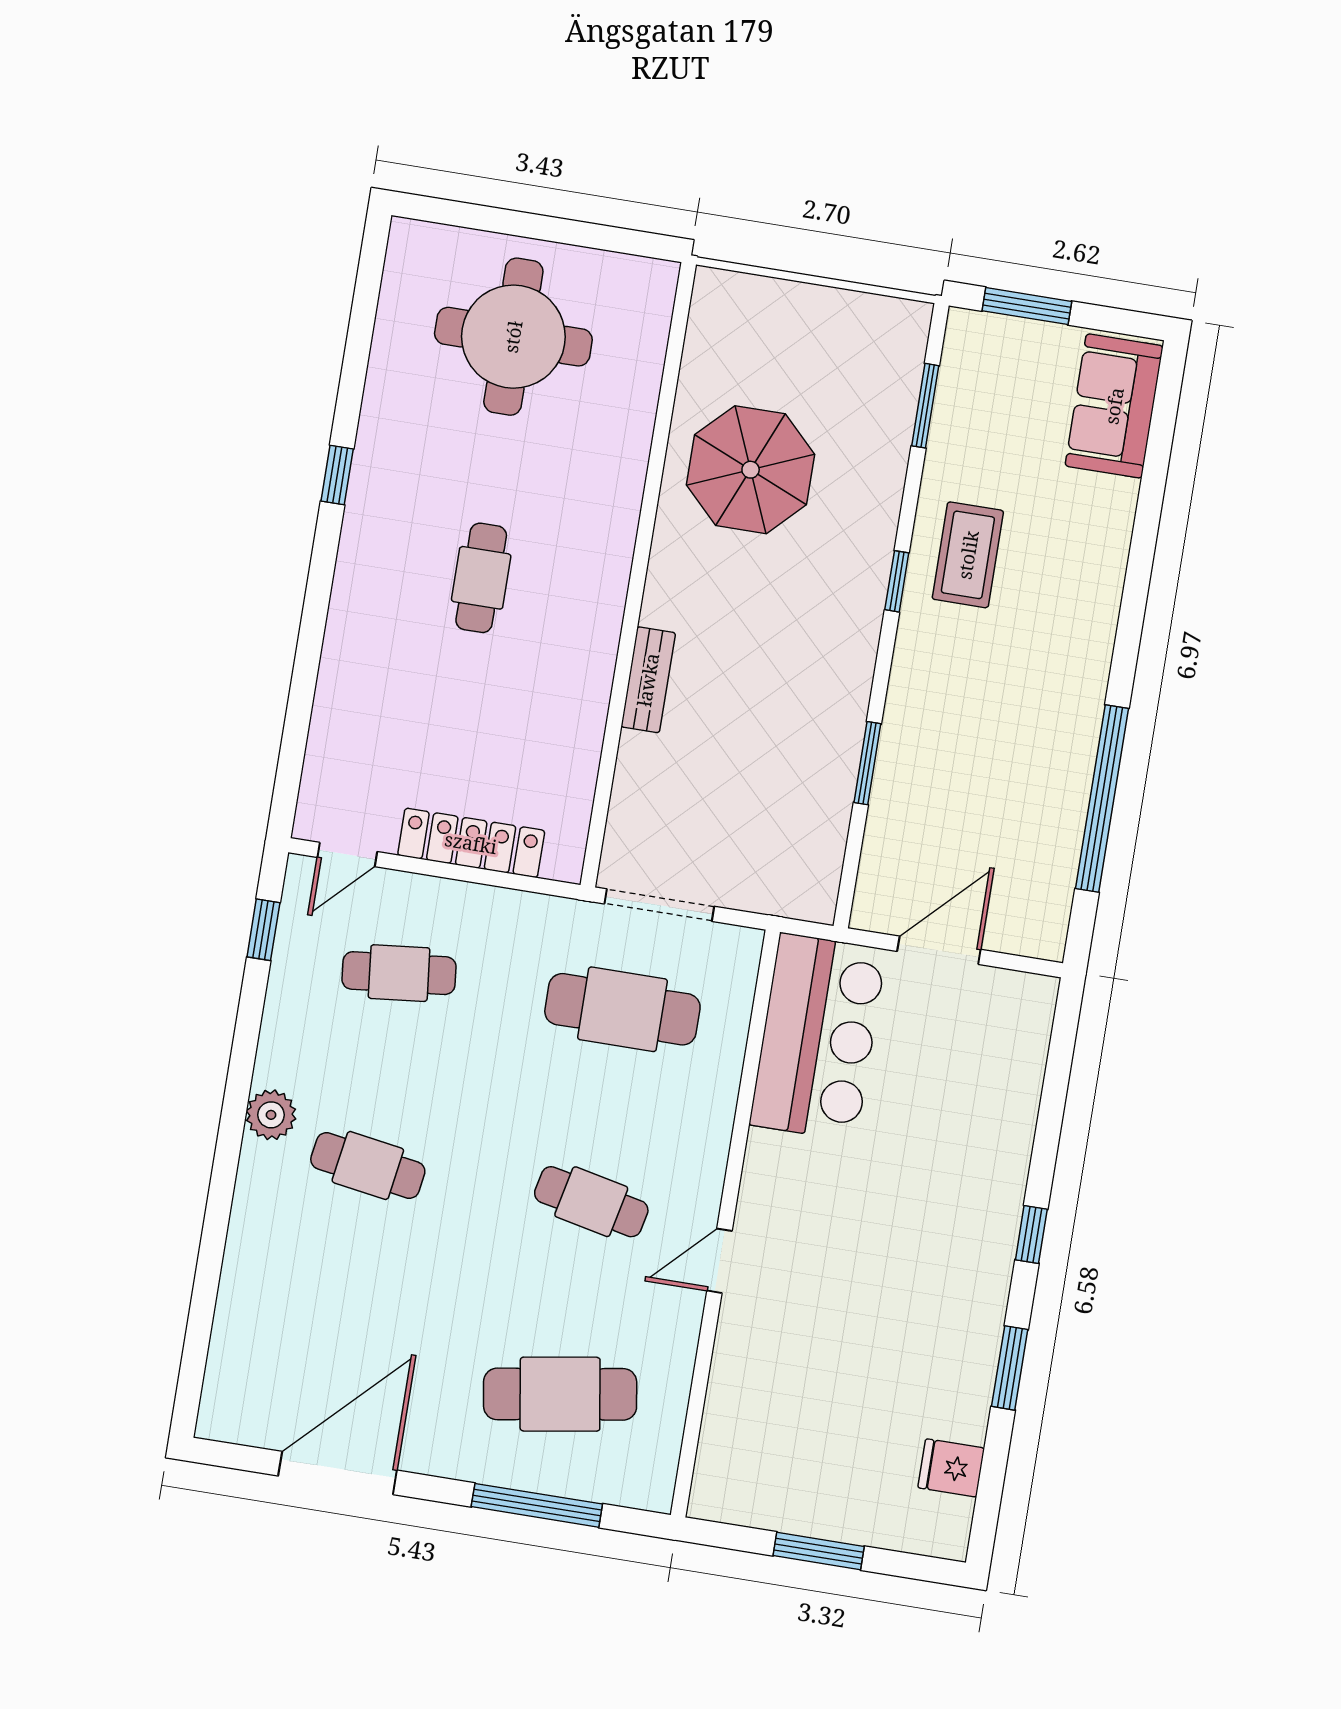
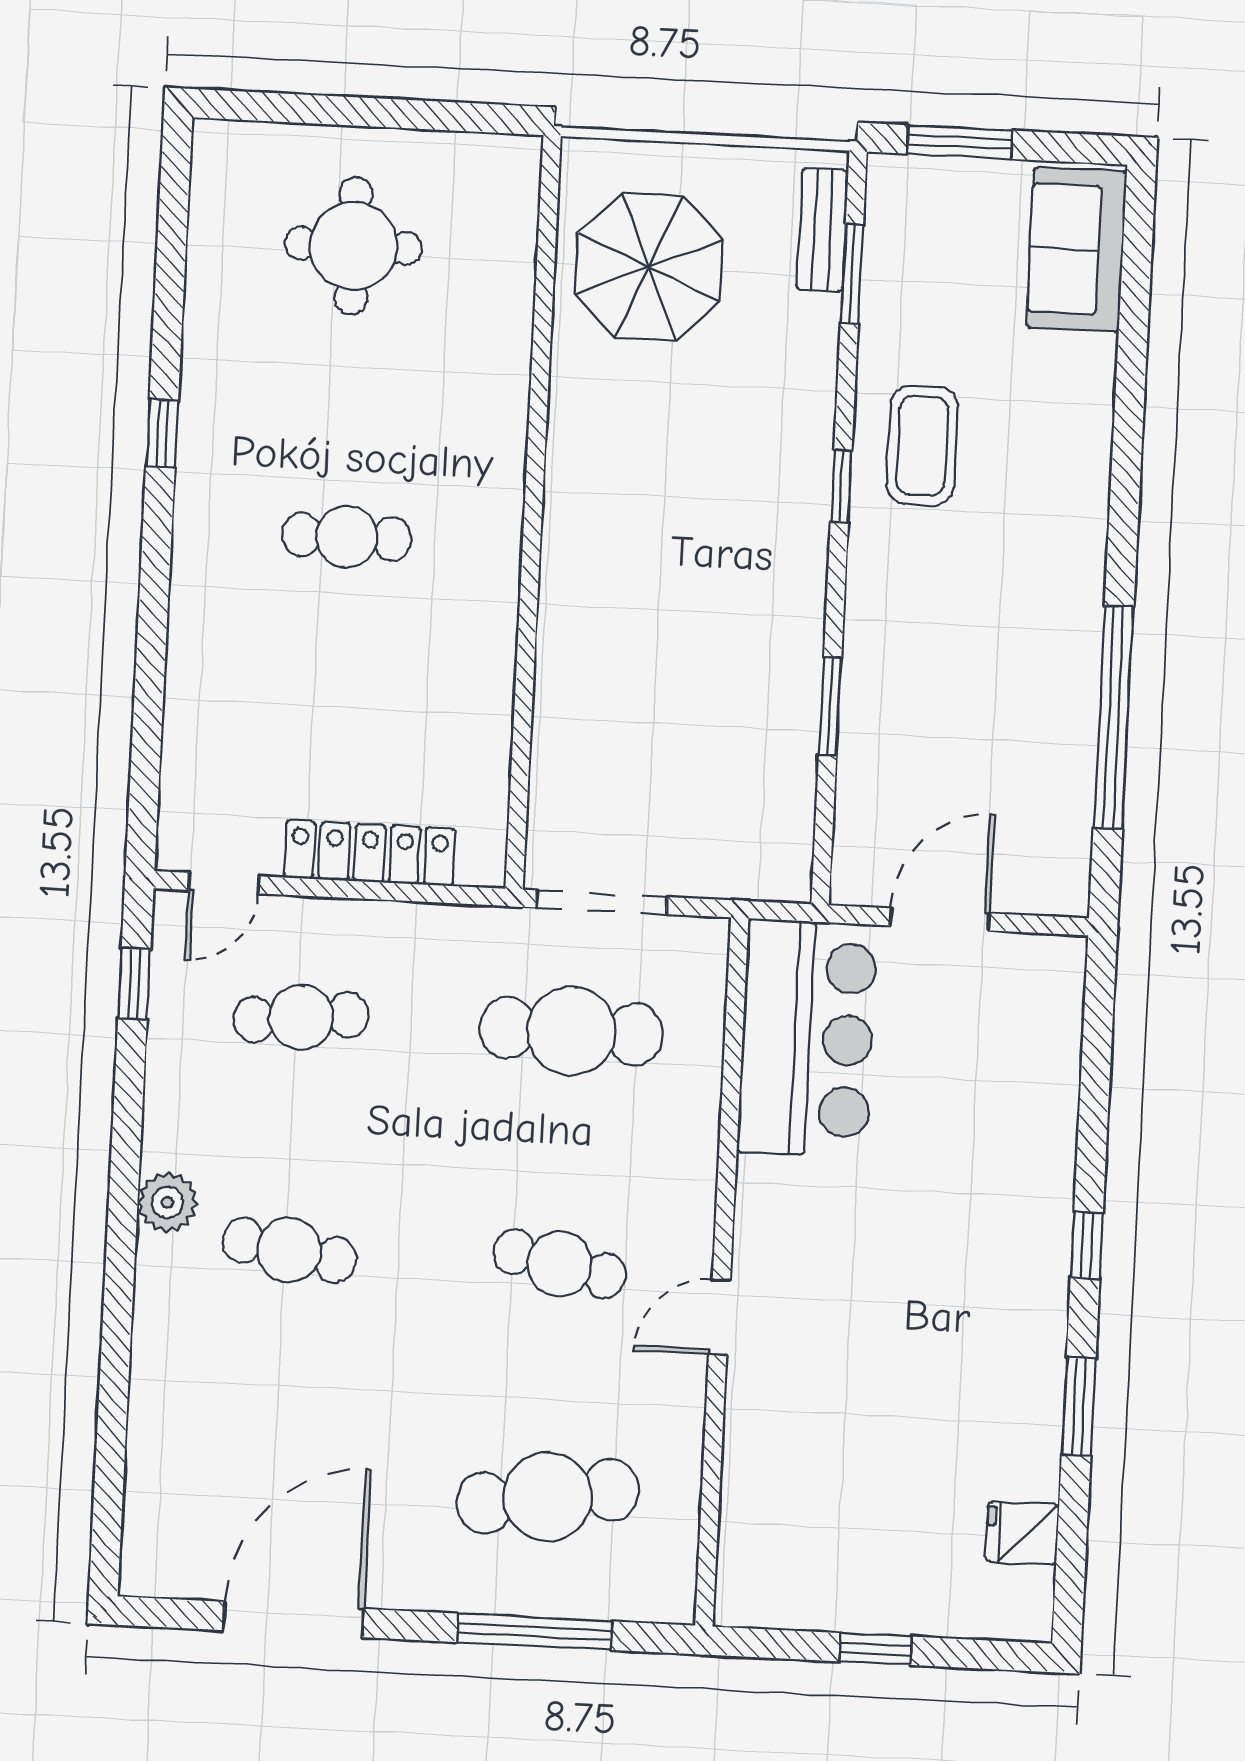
round table: (513, 337) -> (353, 246), width x0.73, depth x0.73
parasol: (751, 470) -> (649, 267), moved
cafe table: (481, 578) -> (347, 537), turned 90
bench: (648, 680) -> (822, 230), moved
window: (819, 1551) -> (876, 1649), width x0.67

